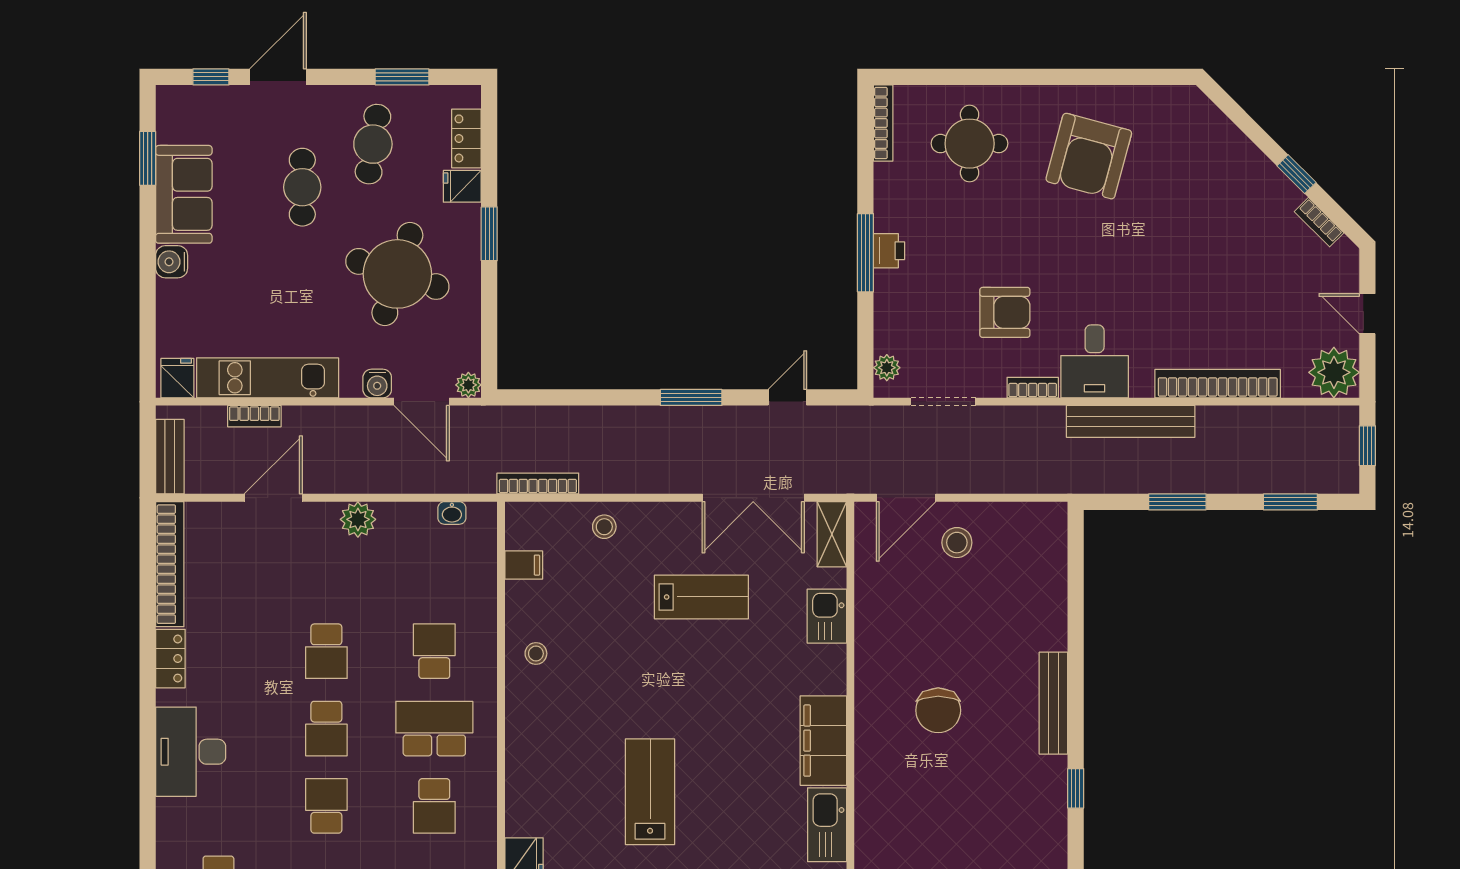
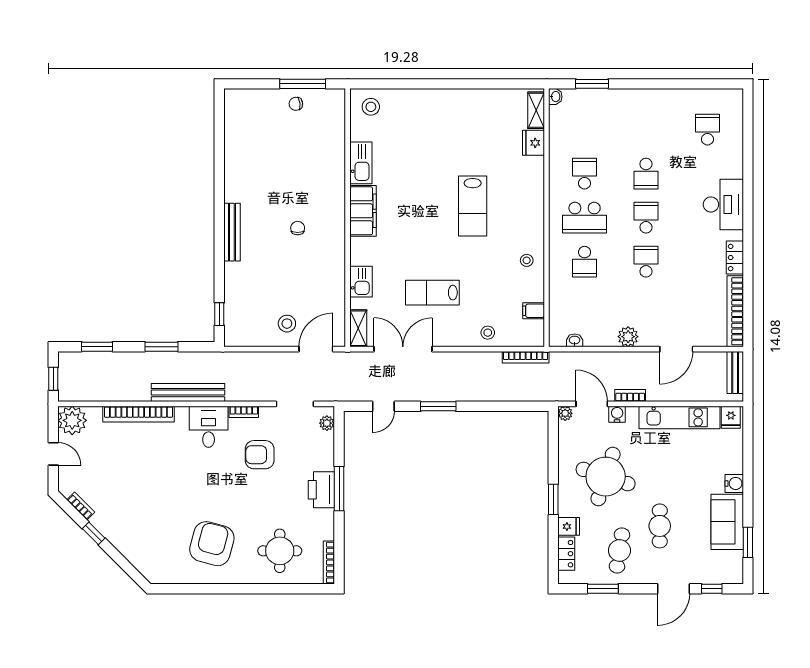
printer: (889, 251) -> (321, 490), width x1.87, depth x1.48
bookcase: (254, 416) -> (630, 396), moved
chair: (938, 710) -> (298, 228), width x0.54, depth x0.54
window: (1076, 788) -> (219, 314), moved
lab bench: (650, 792) -> (473, 206), moved

